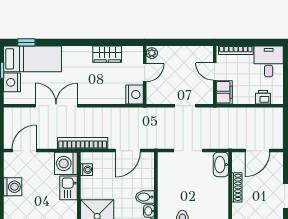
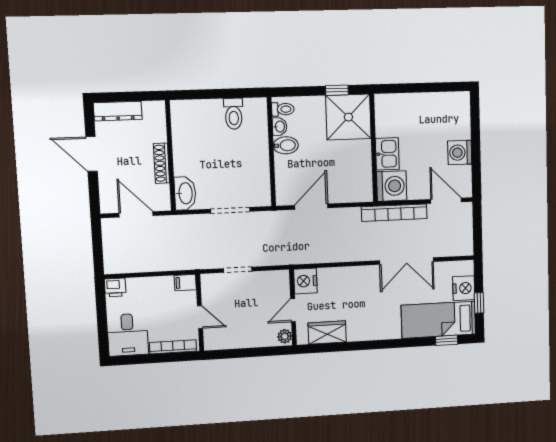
wardrobe: (107, 54) -> (327, 332), moved
filing cabinet: (224, 92) -> (185, 283), width x0.50
printer: (263, 97) -> (115, 287), moved
bookcase: (83, 143) -> (394, 213), moved
door: (24, 151) -> (446, 201), swing flipped
door: (257, 151) -> (136, 214), hinge flipped
washing machine: (87, 170) -> (365, 179), removed

